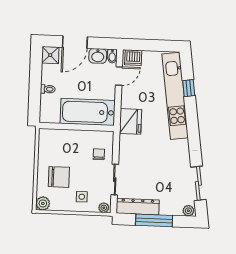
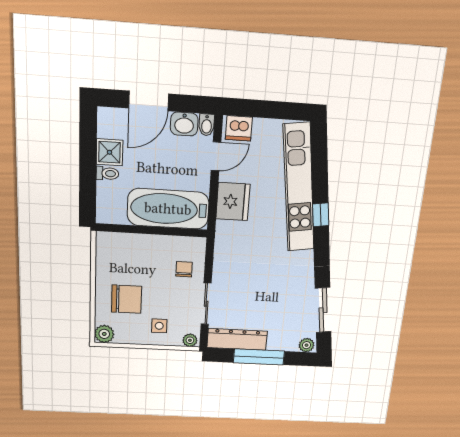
shower: (50, 55) -> (109, 152), moved
window: (189, 88) -> (321, 215), moved
fridge: (130, 121) -> (233, 202), moved

